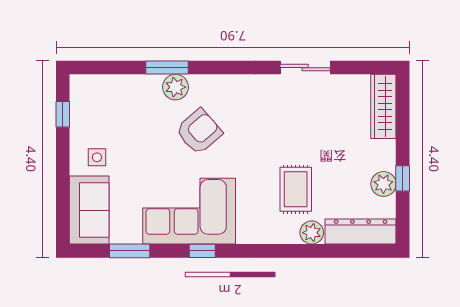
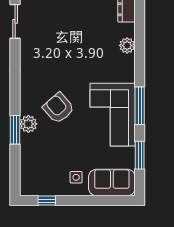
sliding door: (305, 68) -> (15, 21), moved
rug: (296, 189) -> (98, 42), removed
plant: (312, 233) -> (127, 45), moved
window: (202, 251) -> (140, 106), width x2.17

